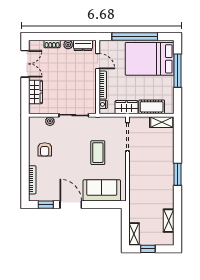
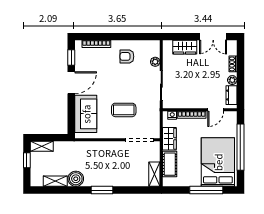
boiler: (166, 200) -> (76, 179), added

